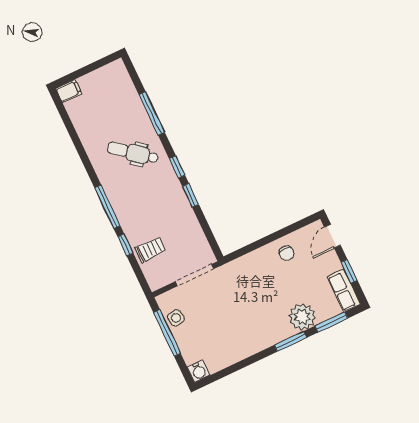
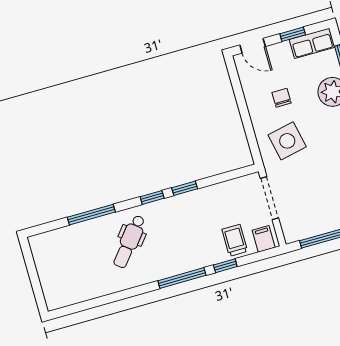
filing cabinet: (69, 91) -> (264, 239), moved
chair: (287, 253) -> (282, 98), moved, turned -90
side table: (176, 318) -> (287, 141), moved, width x1.87, depth x1.87

